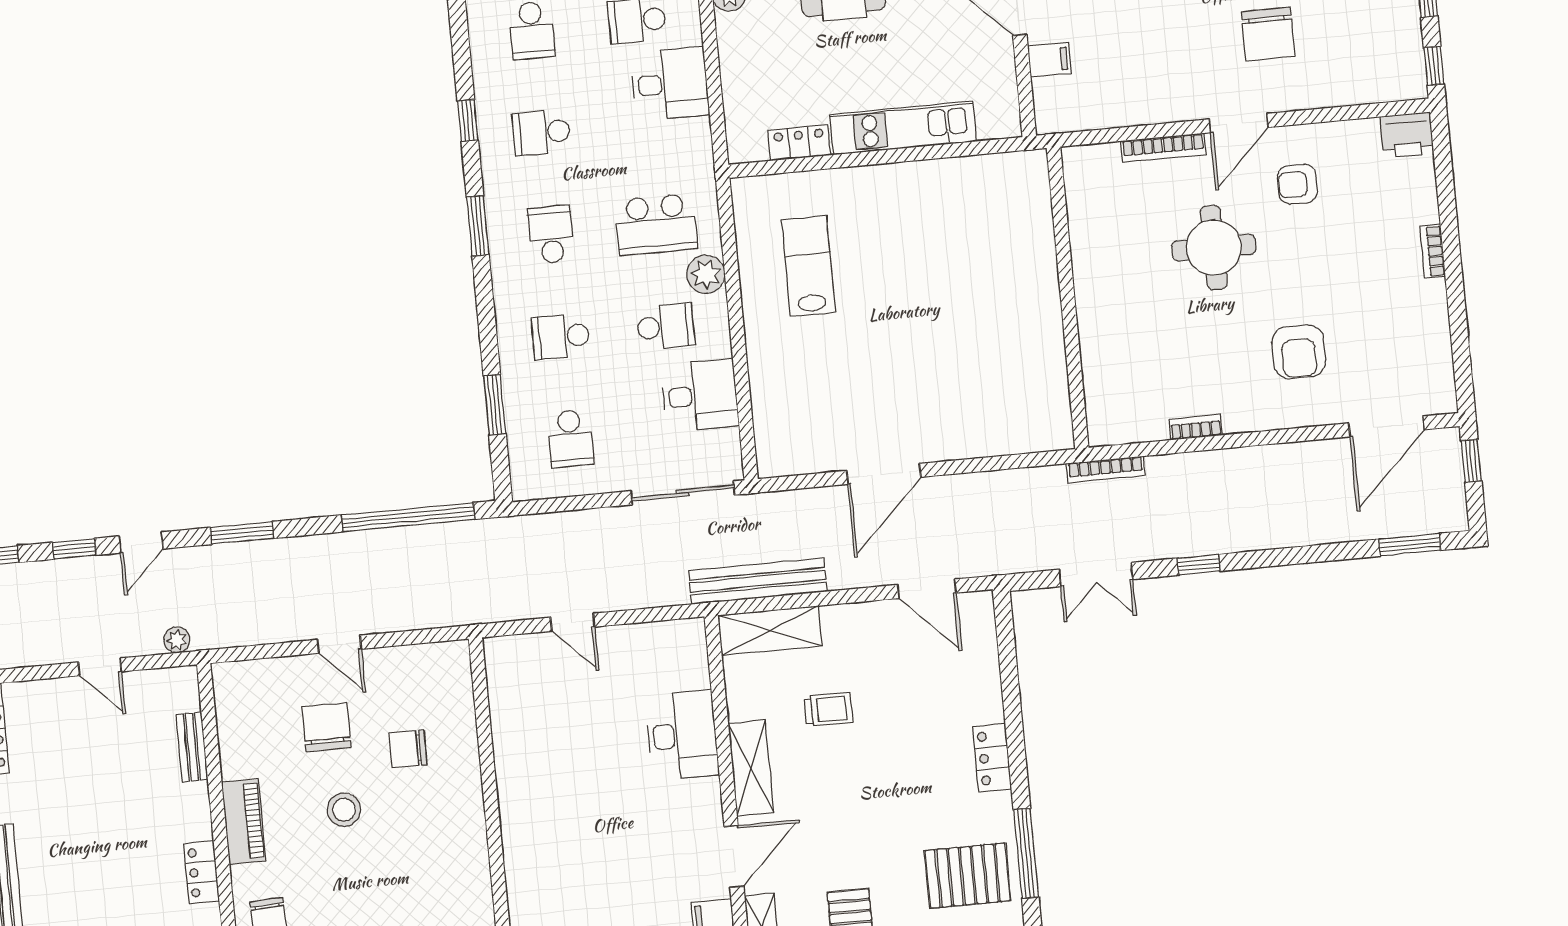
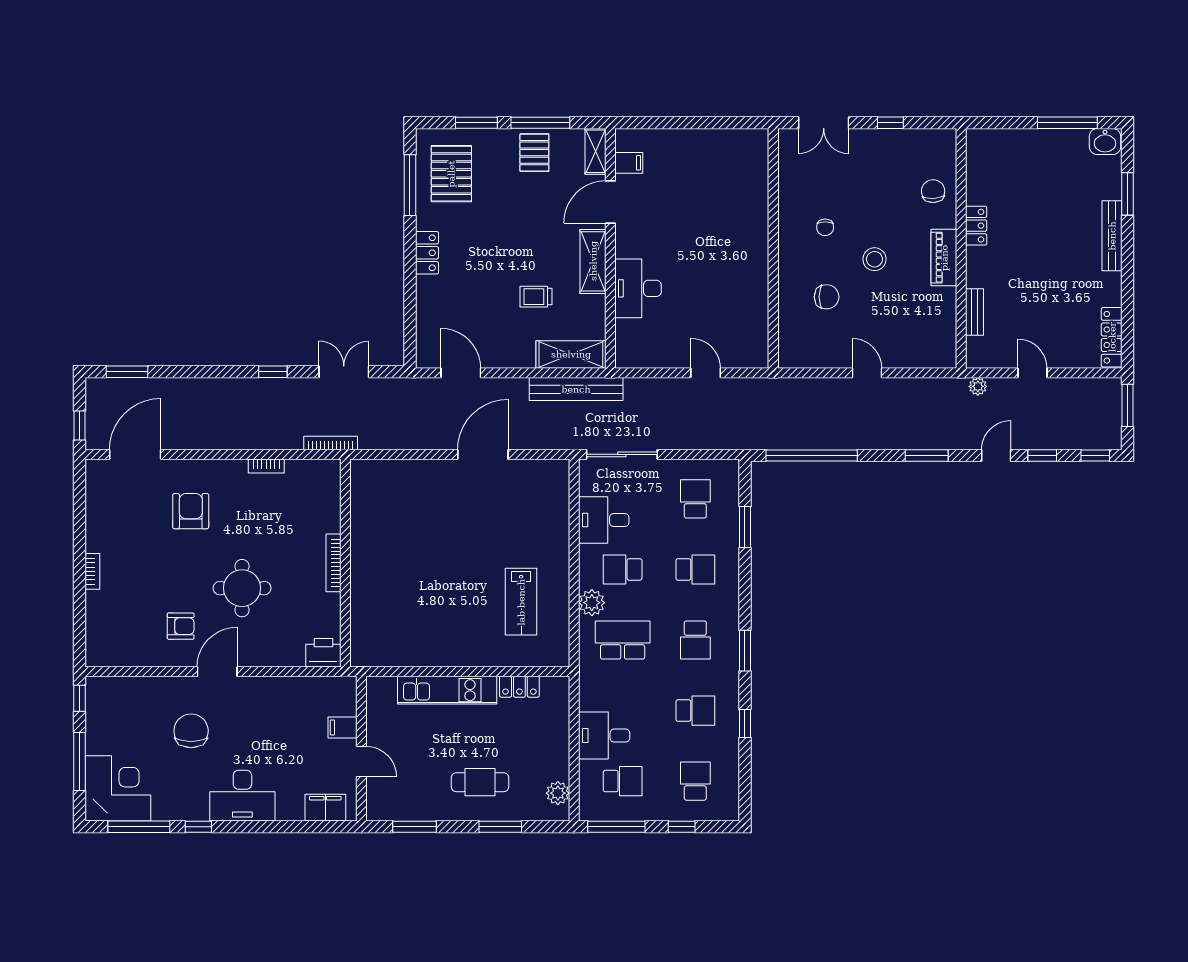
printer: (1407, 135) -> (323, 653), moved
bookcase: (1163, 148) -> (333, 563), moved, turned -90
chair: (326, 727) -> (825, 227), moved, width x0.54, depth x0.54
pallet: (968, 876) -> (451, 174), turned 90

